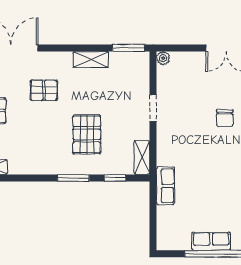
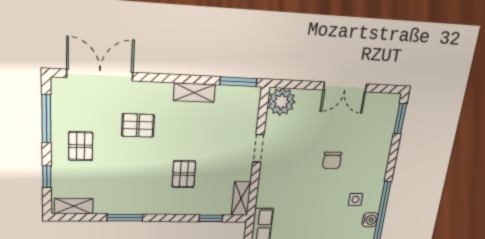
plant: (163, 58) -> (281, 102), width x1.87, depth x1.87
pallet: (87, 134) -> (184, 174), width x0.67, depth x0.71
window: (73, 178) -> (125, 218), moved

